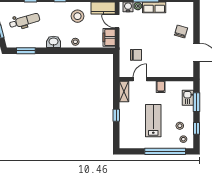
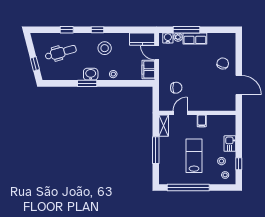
stool: (78, 16) -> (105, 48), moved
window: (26, 51) -> (87, 83), moved
kitchen sink: (188, 98) -> (230, 144), moved
window: (197, 102) -> (239, 137), removed
window: (116, 115) -> (156, 150), width x2.17
window: (165, 151) -> (188, 188), moved

